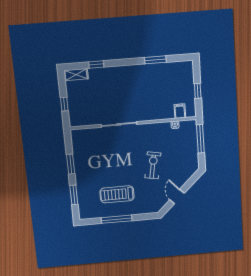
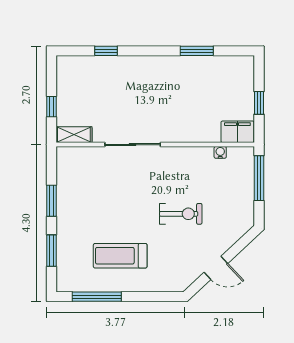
shelving: (76, 75) -> (74, 135), moved
filing cabinet: (180, 111) -> (237, 132), width x2.00
exercise bike: (153, 165) -> (181, 214), turned 80
door: (177, 197) -> (216, 268), swing flipped
window: (117, 219) -> (97, 297), moved

